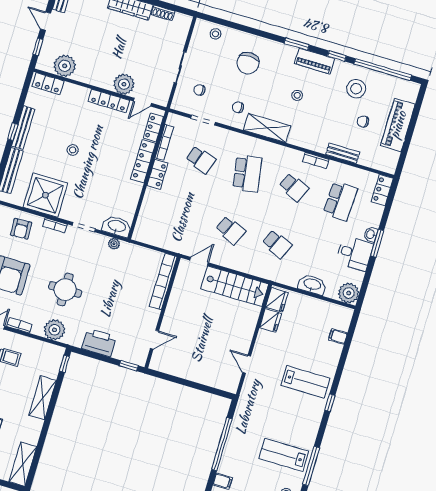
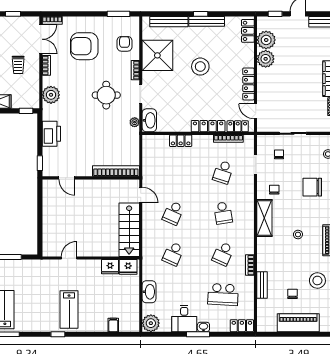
plant: (124, 84) -> (266, 59), moved
stool: (73, 150) -> (200, 67), width x1.89, depth x1.89
locker: (157, 174) -> (181, 141), moved
school desk: (247, 174) -> (223, 213), width x0.54
armchair: (21, 229) -> (124, 44), turned 93
round table: (65, 290) -> (106, 95), moved

